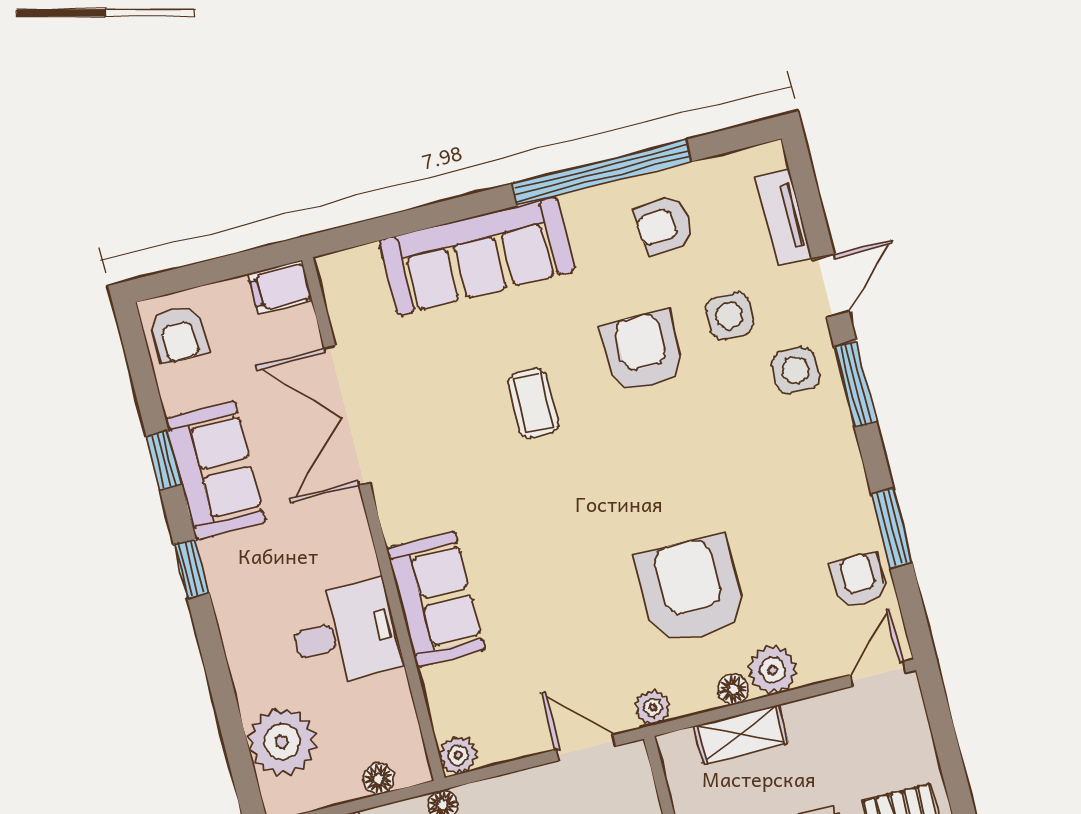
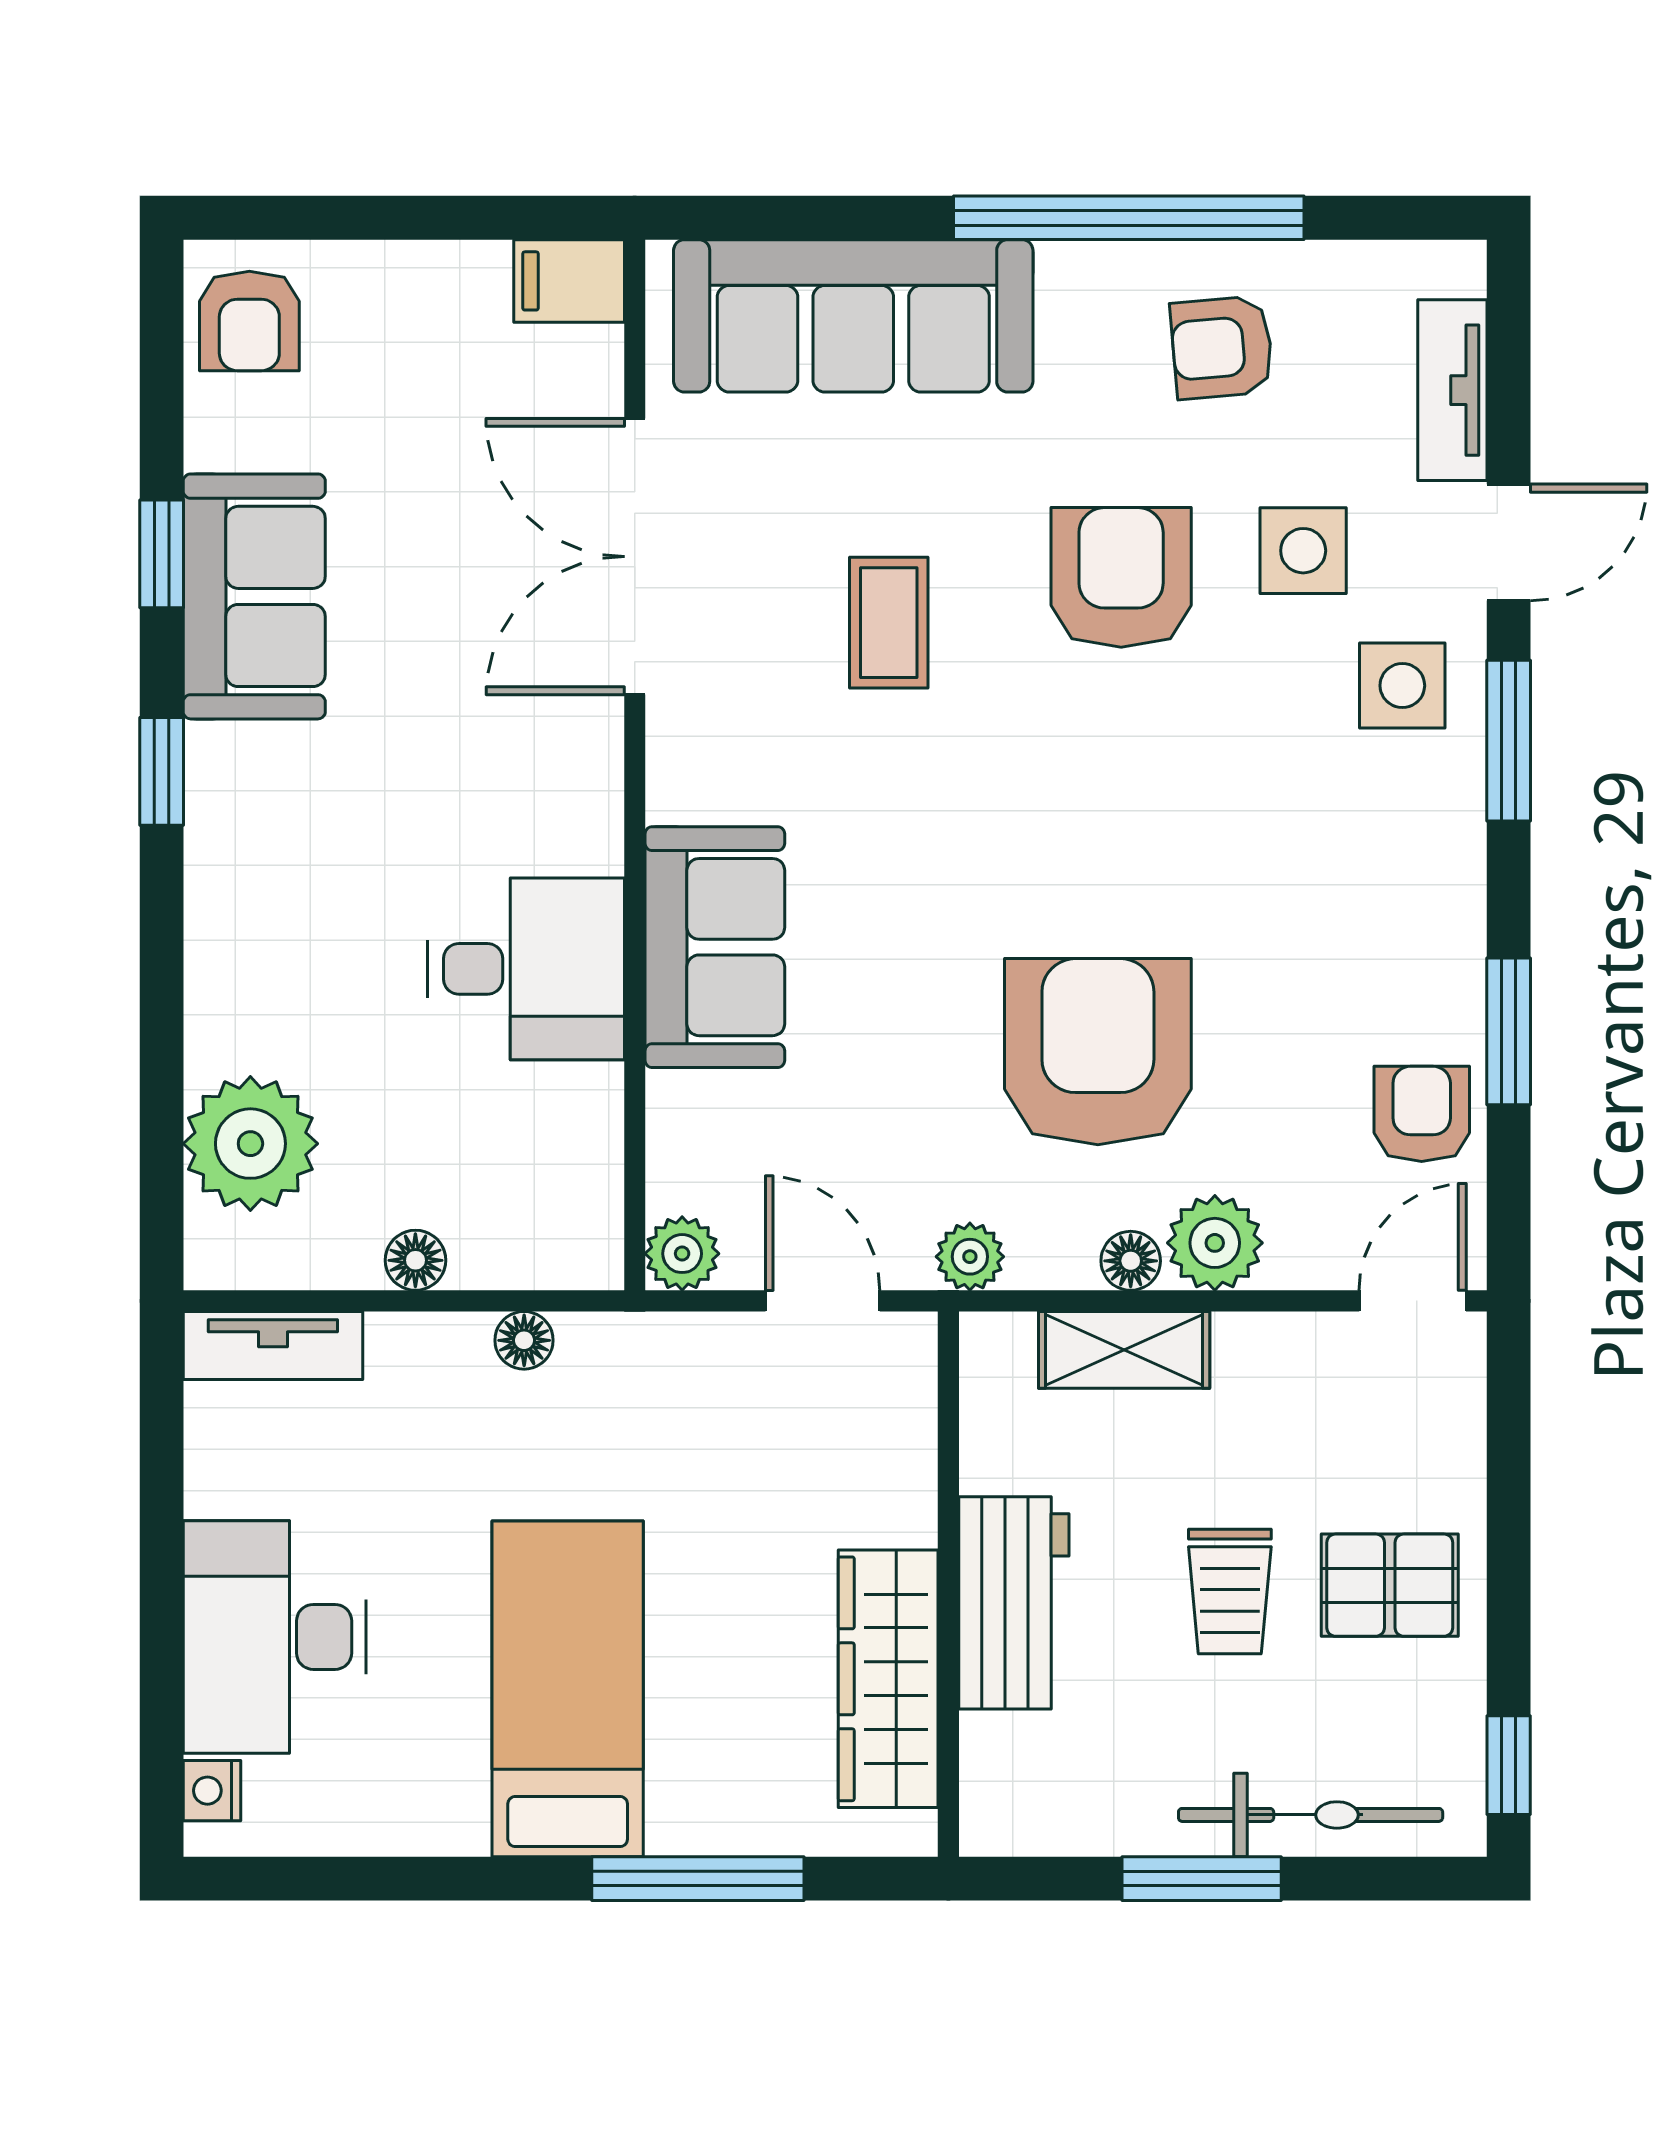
filing cabinet: (280, 287) -> (569, 281), moved
double door: (347, 416) -> (635, 557), moved
wall: (373, 519) -> (635, 765), moved
sofa: (436, 599) -> (715, 947), moved
desk: (345, 634) -> (526, 969), moved
plant: (458, 755) -> (682, 1254), moved

